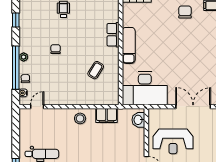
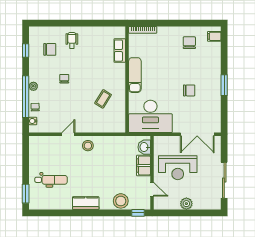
chair: (41, 19) -> (50, 49), added
row of seats: (113, 35) -> (120, 51), moved
chair: (185, 61) -> (189, 90), added
door: (37, 107) -> (68, 134), moved
double door: (193, 107) -> (197, 134), swing flipped
filing cabinet: (107, 115) -> (144, 165), moved, turned 90

